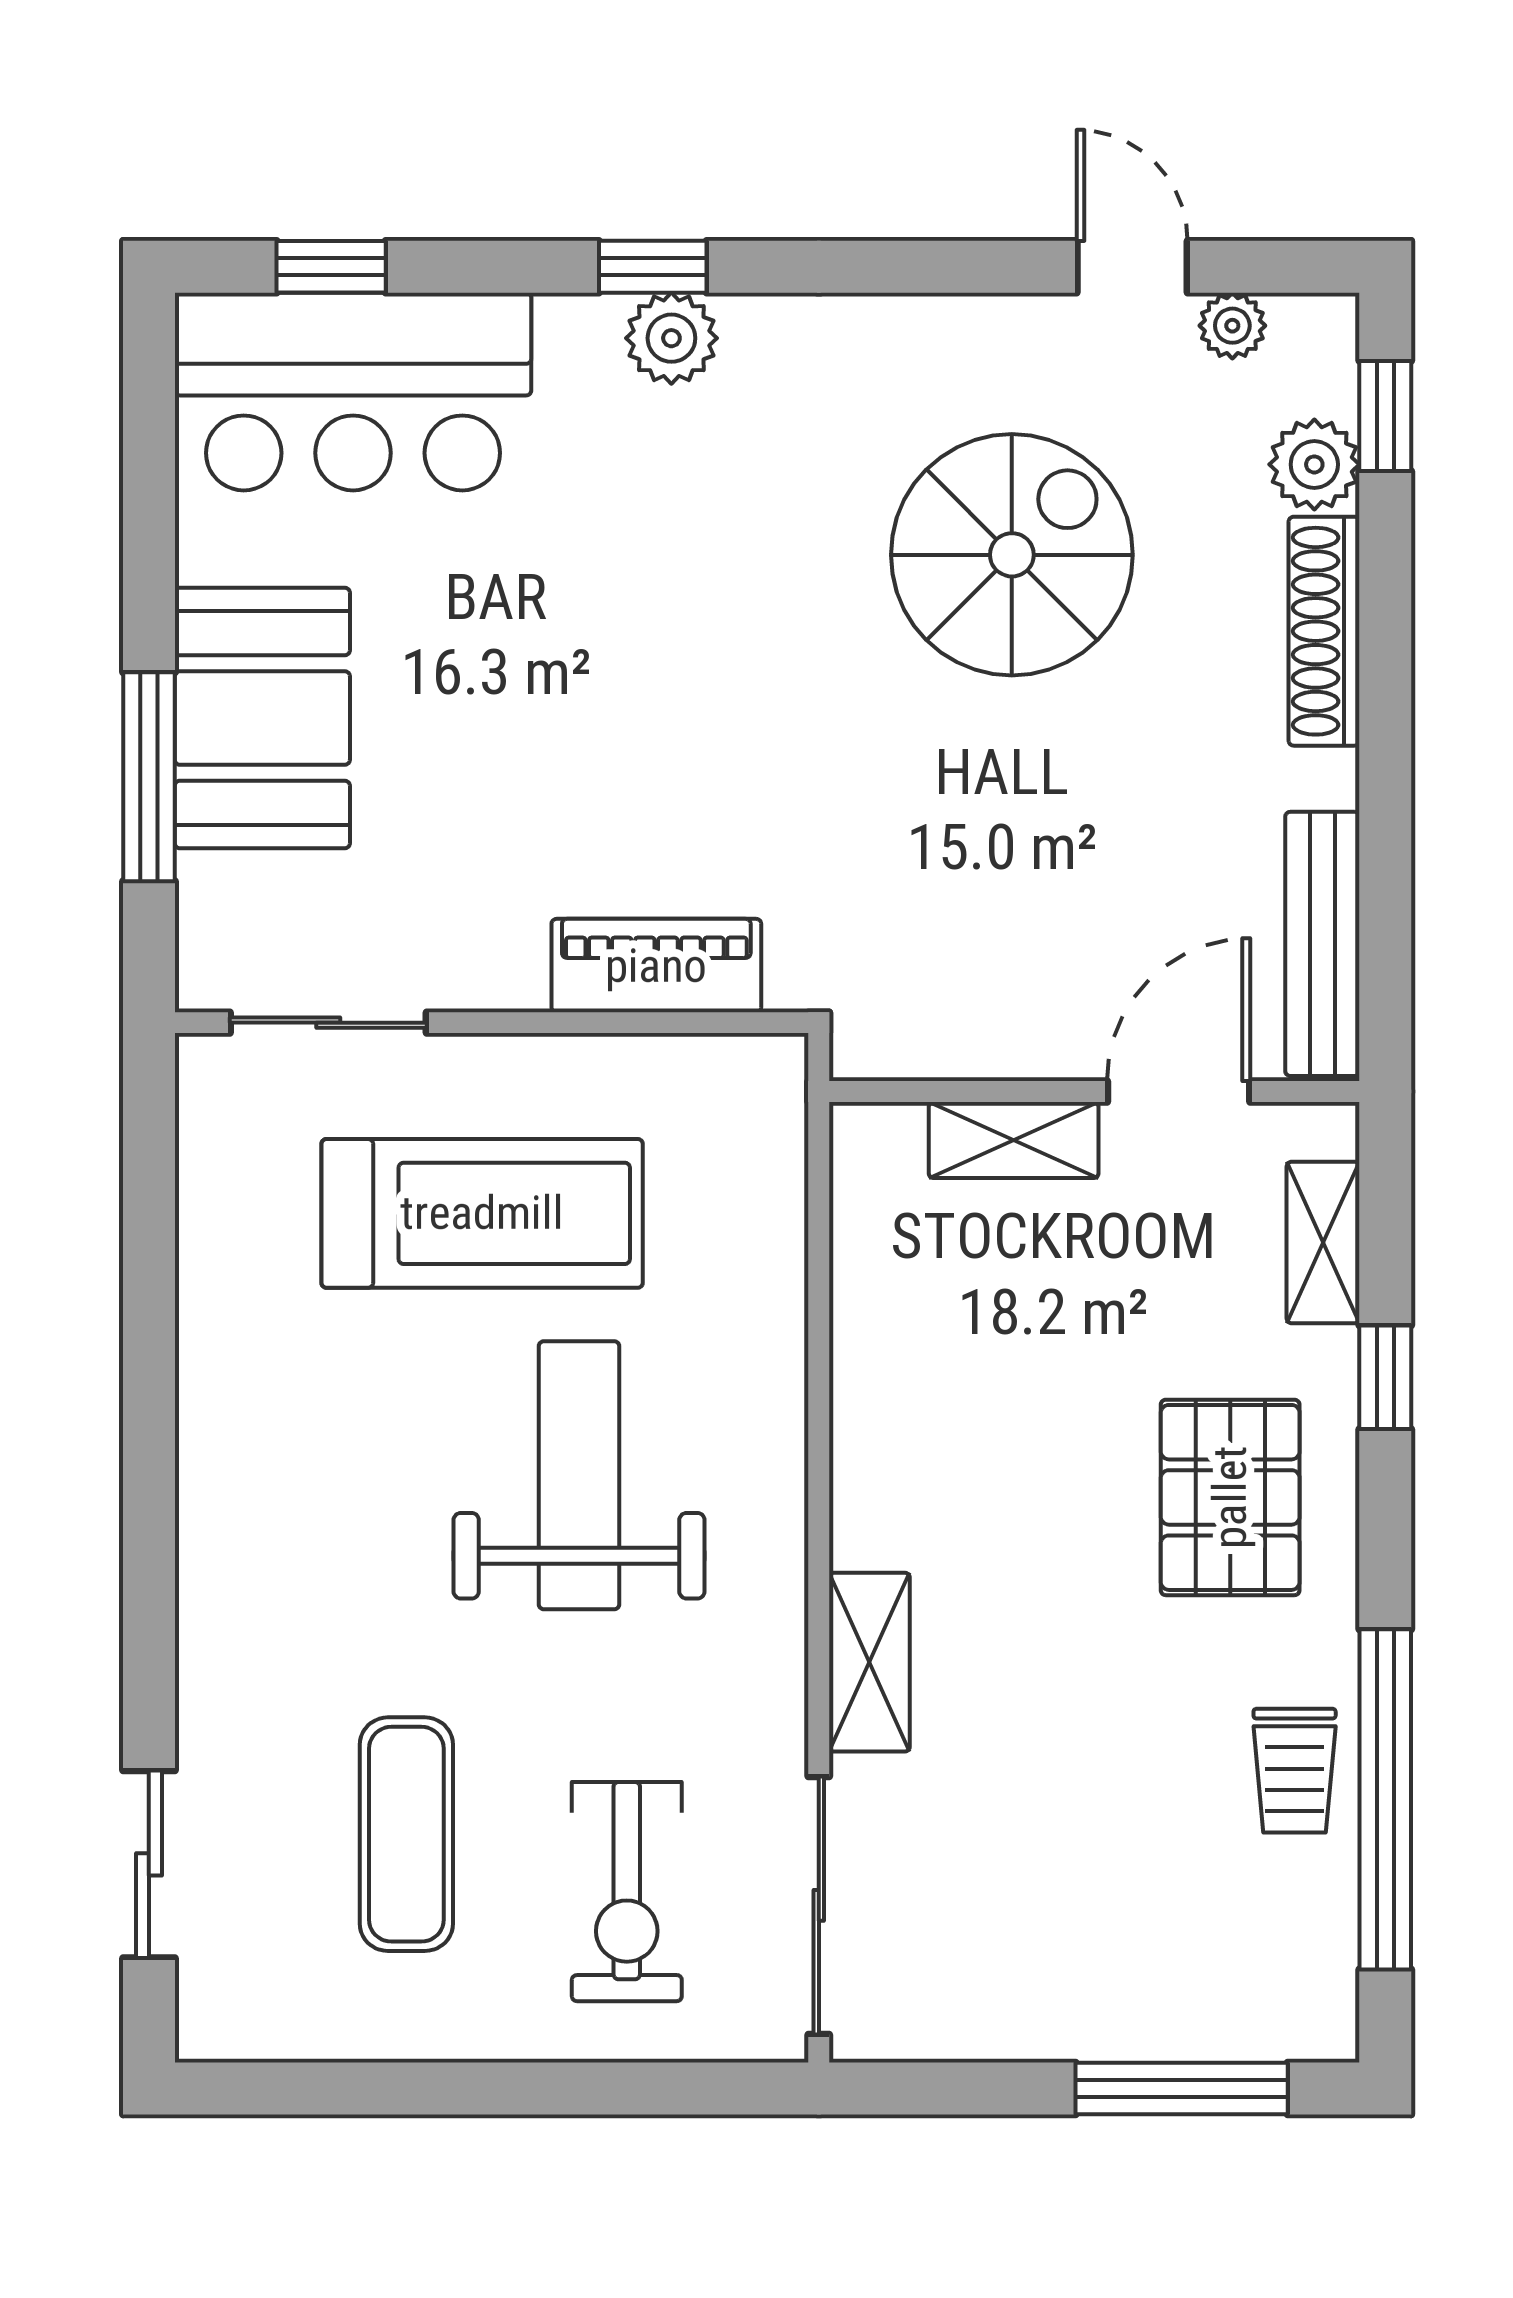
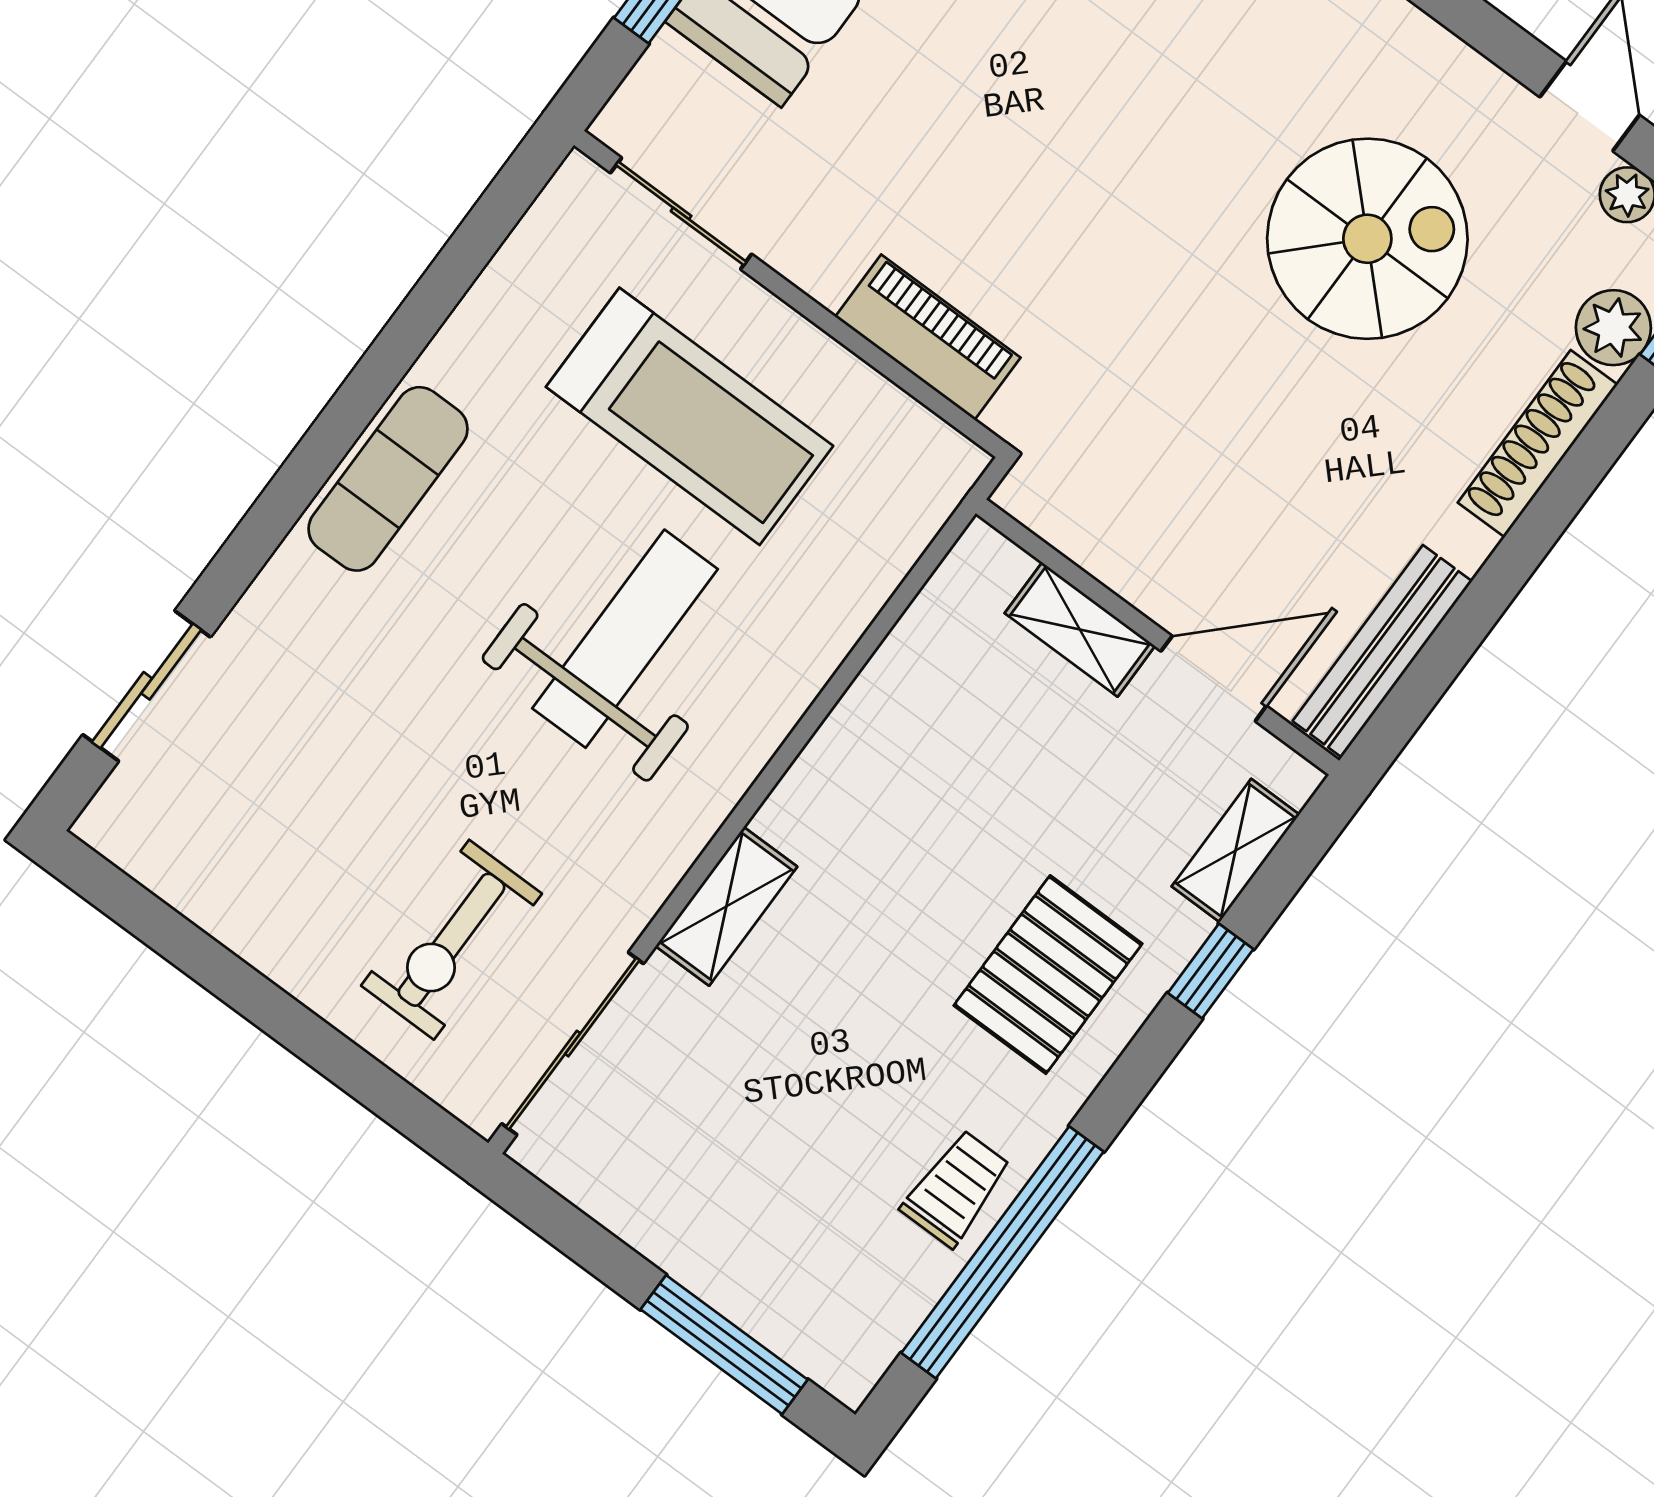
trolley: (1295, 1771) -> (956, 1188), turned 180
exercise mat: (406, 1834) -> (388, 479), moved

